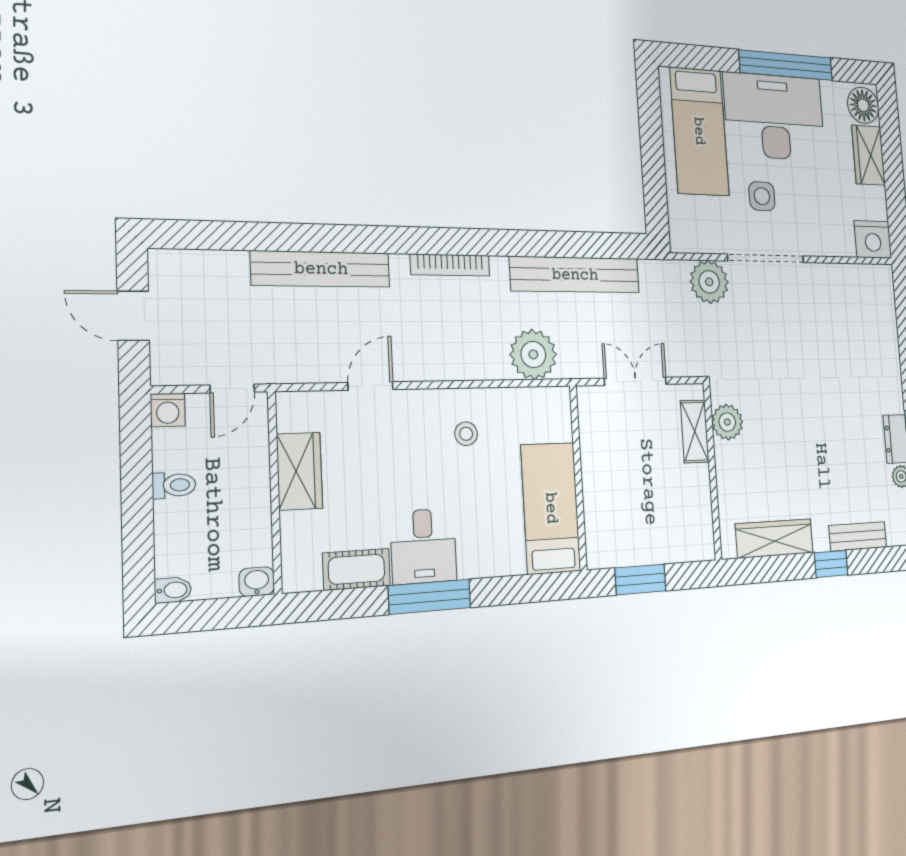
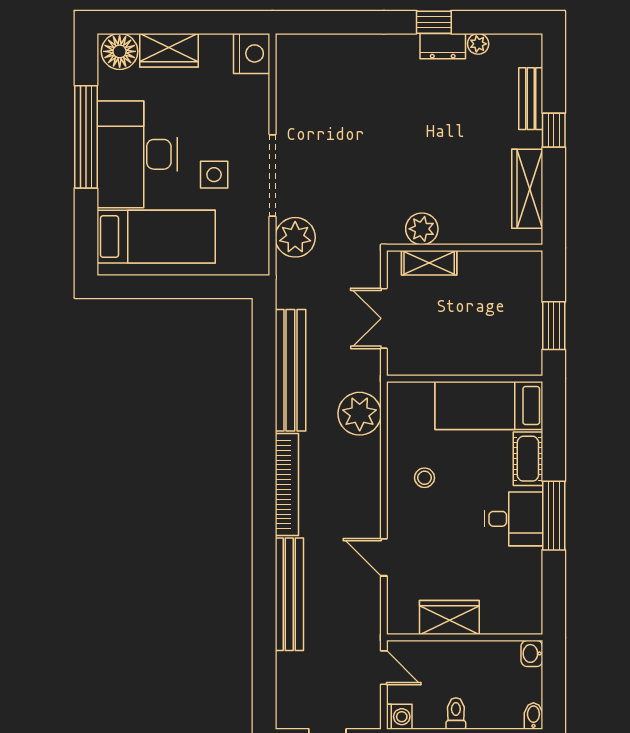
bookcase: (450, 265) -> (287, 485), width x1.48, depth x1.31
cot: (357, 569) -> (528, 459), moved

